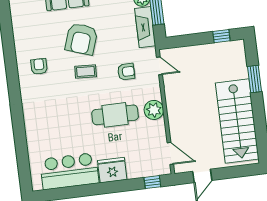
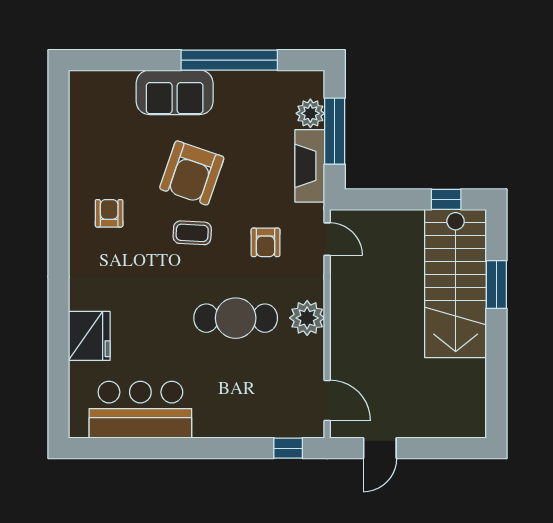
armchair: (126, 72) -> (266, 242), turned 90
stairs: (237, 121) -> (456, 283), moved
fridge: (112, 170) -> (89, 336), moved, turned 90

